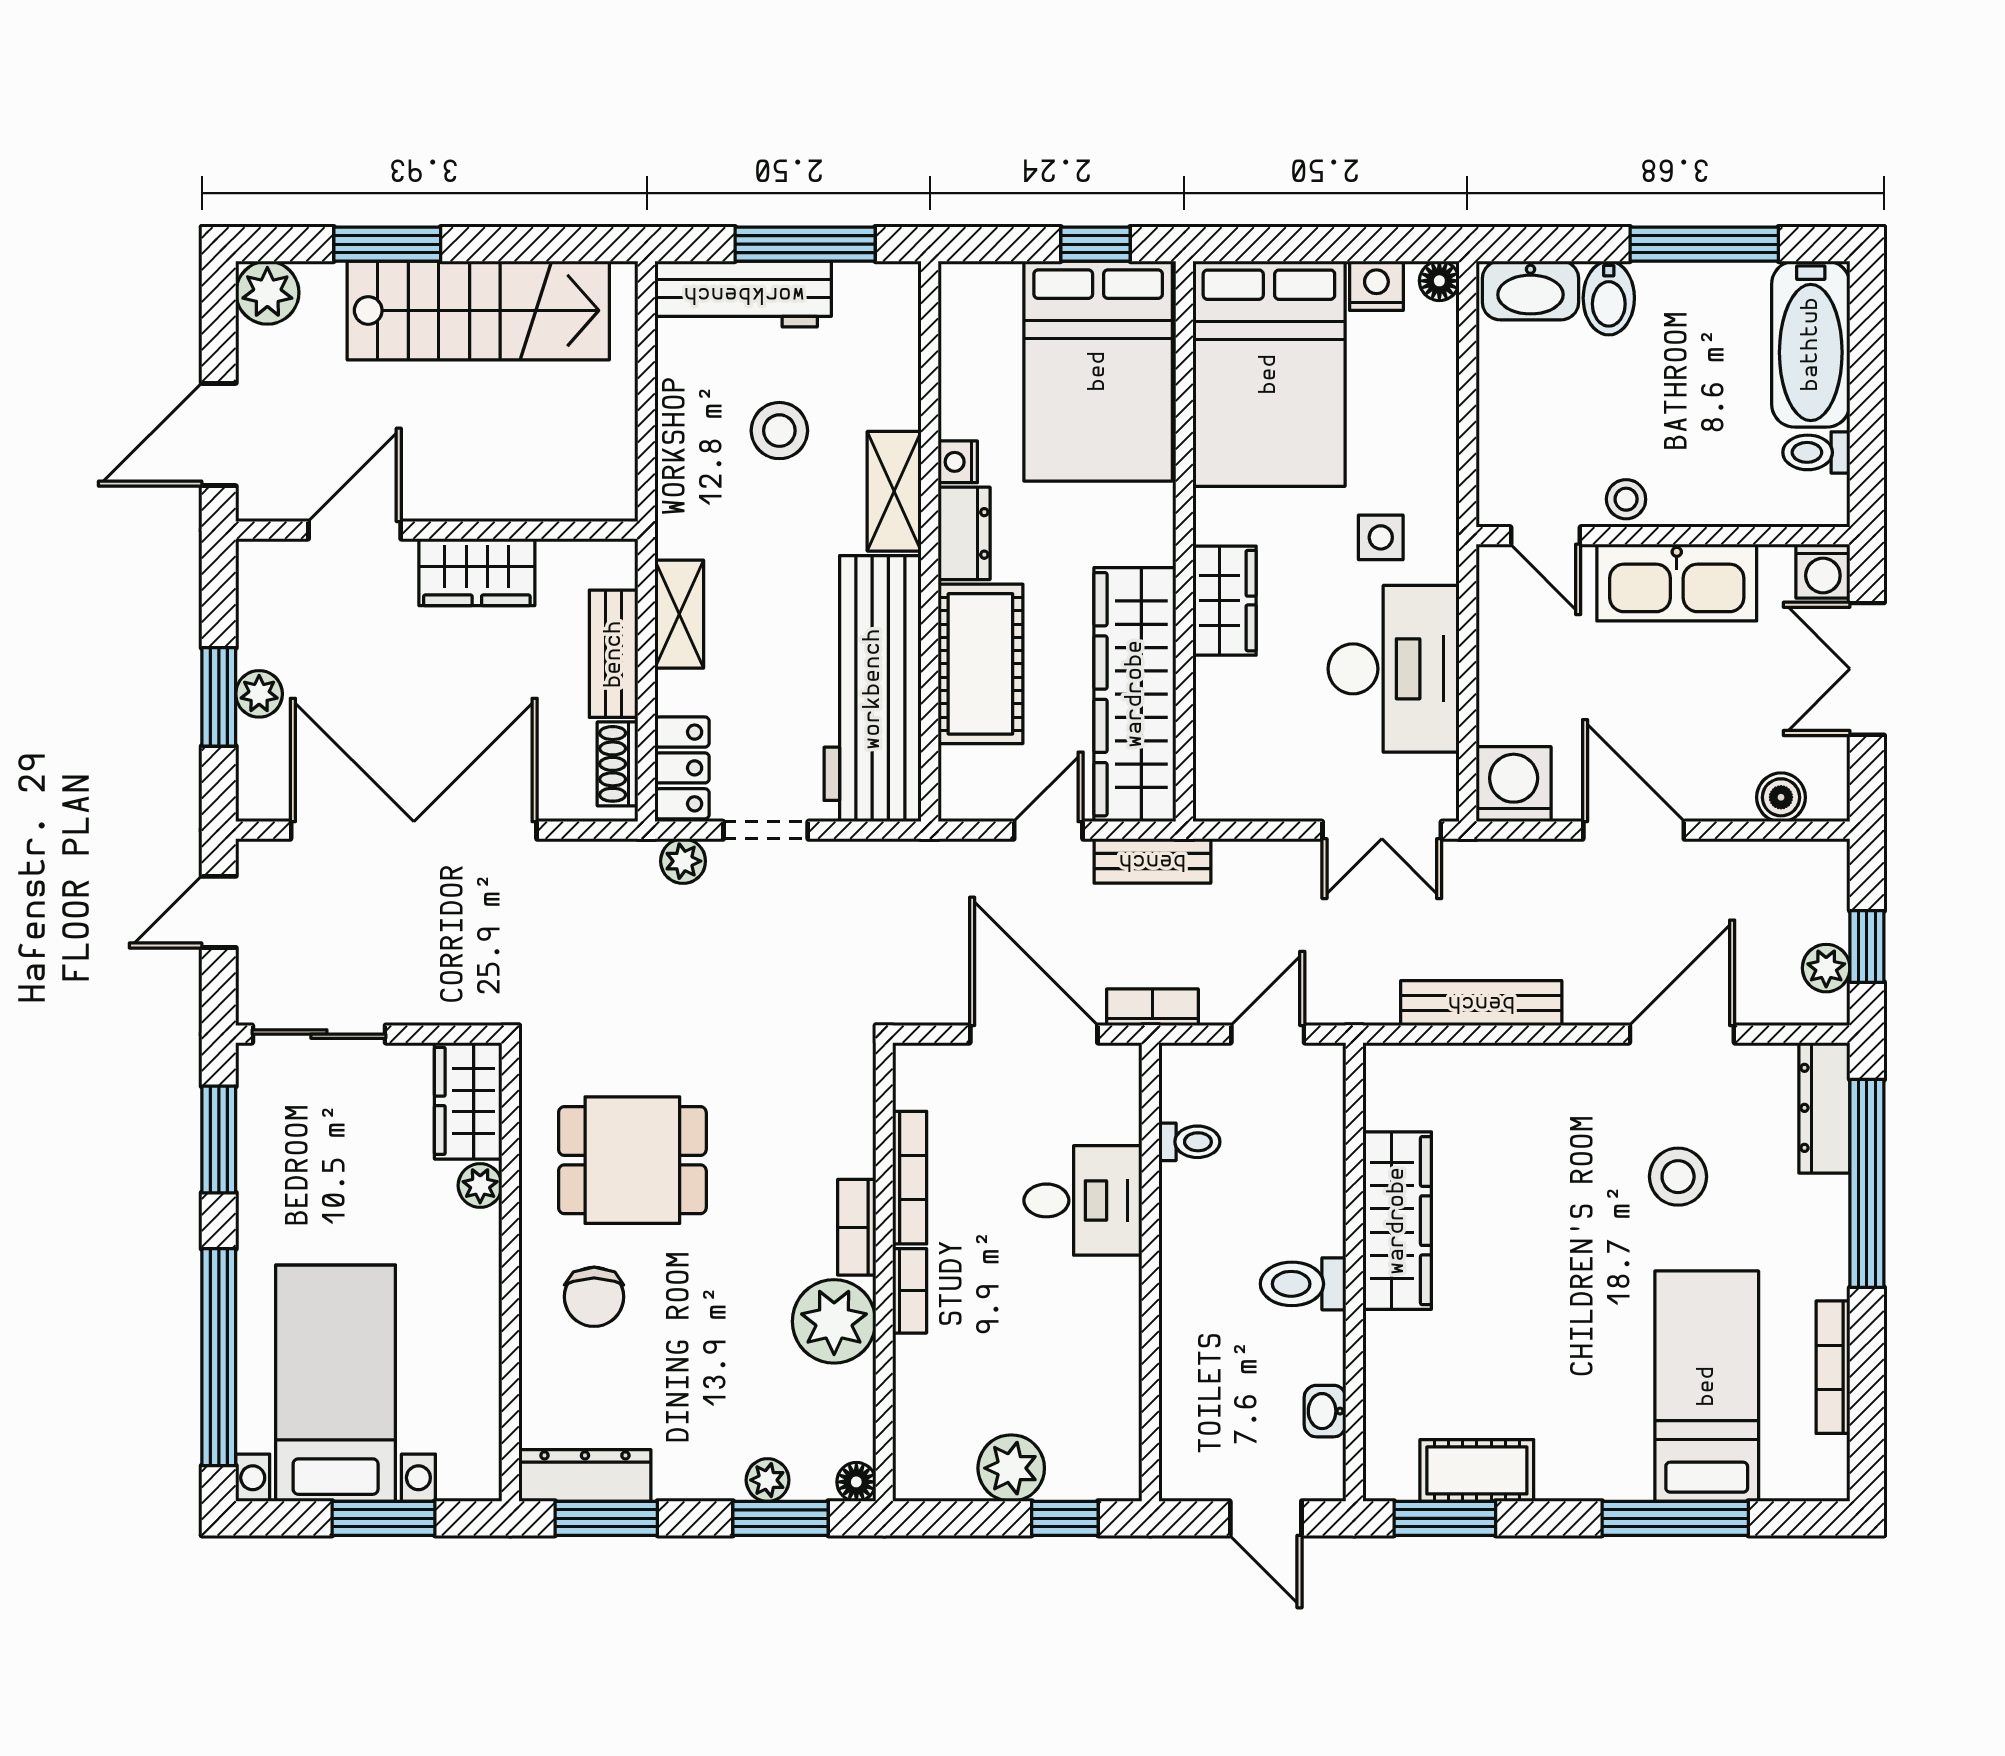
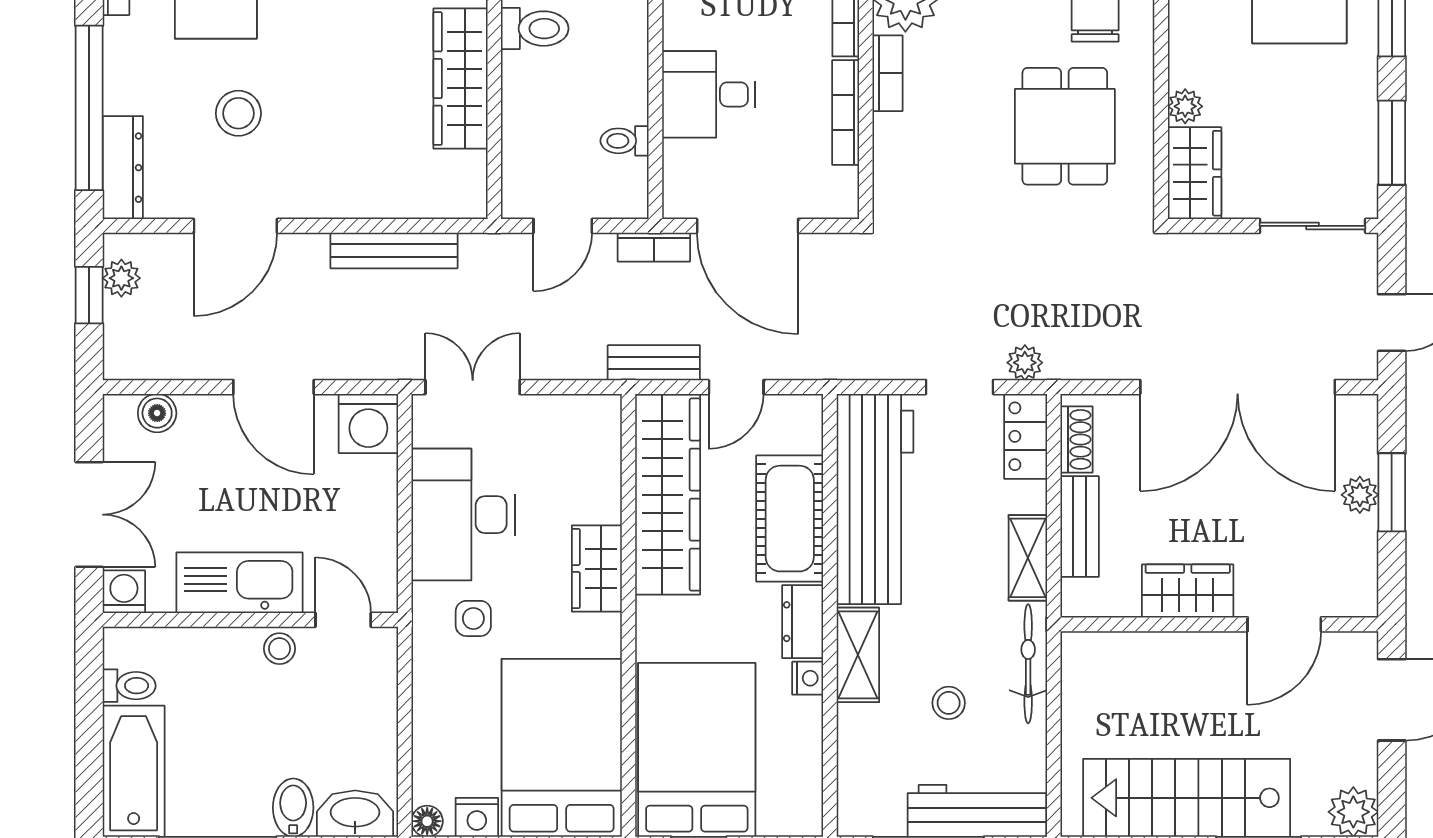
stool: (779, 431) -> (949, 703), width x0.73, depth x0.73
bicycle: (679, 480) -> (1028, 664), added
dining table: (632, 1160) -> (1065, 126), turned 90

